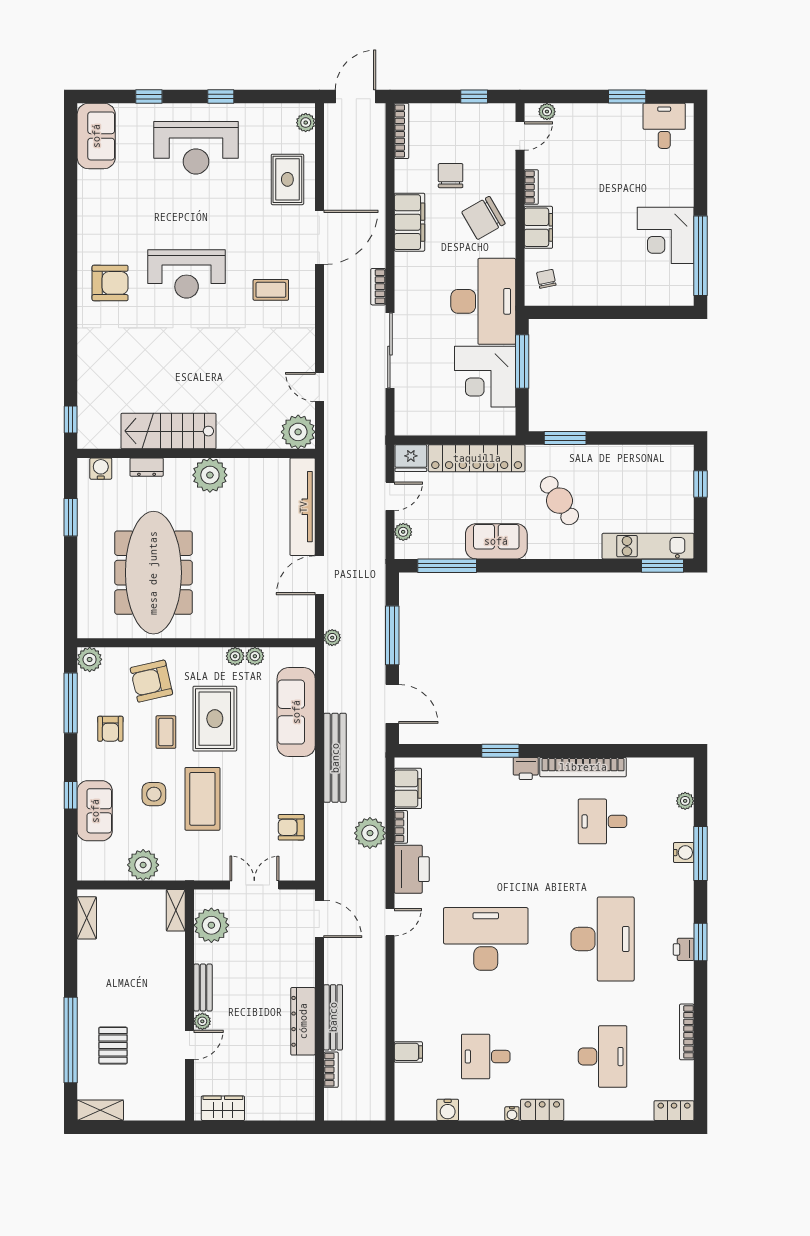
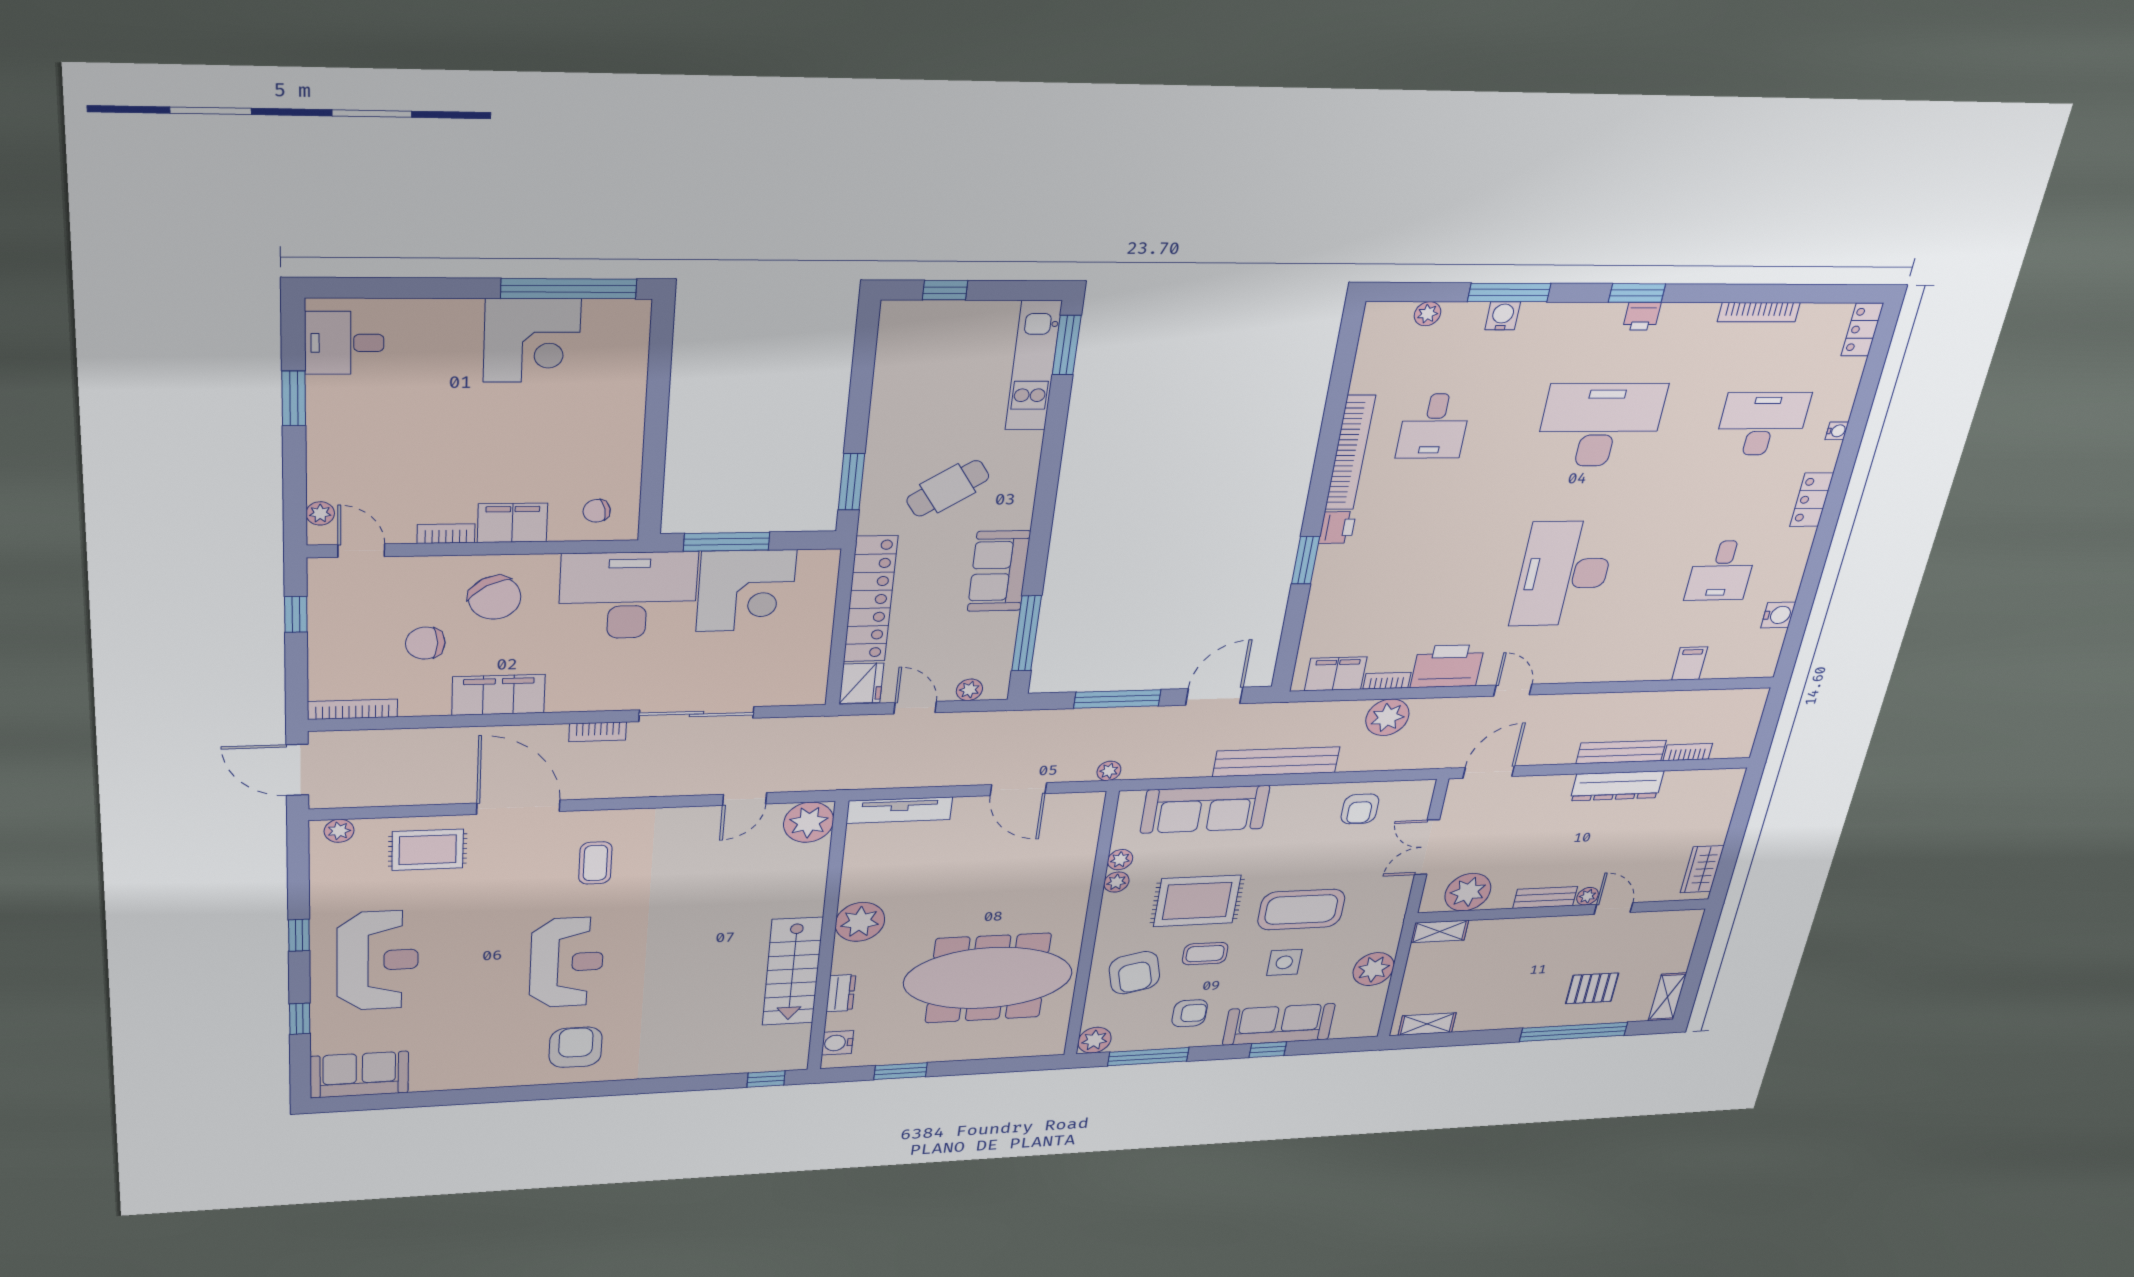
tv unit: (303, 507) -> (899, 810), width x0.73, depth x0.78
sofa: (95, 811) -> (1279, 1024), width x1.36
water cooler: (512, 1114) -> (1837, 431), moved

